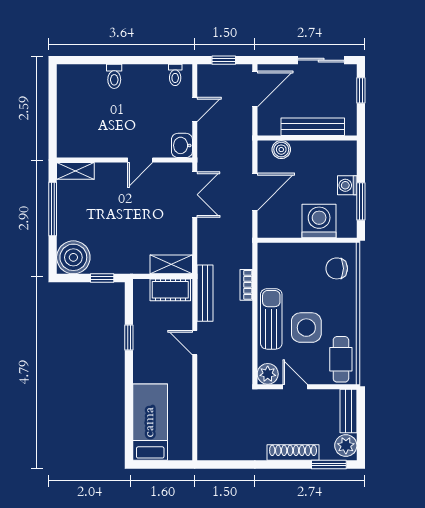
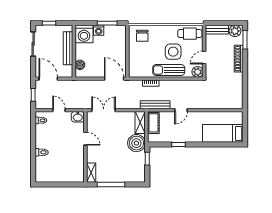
door: (255, 192) -> (114, 79), moved
washing machine: (319, 221) -> (84, 34), moved, turned -90
boiler: (73, 257) -> (136, 143), moved

